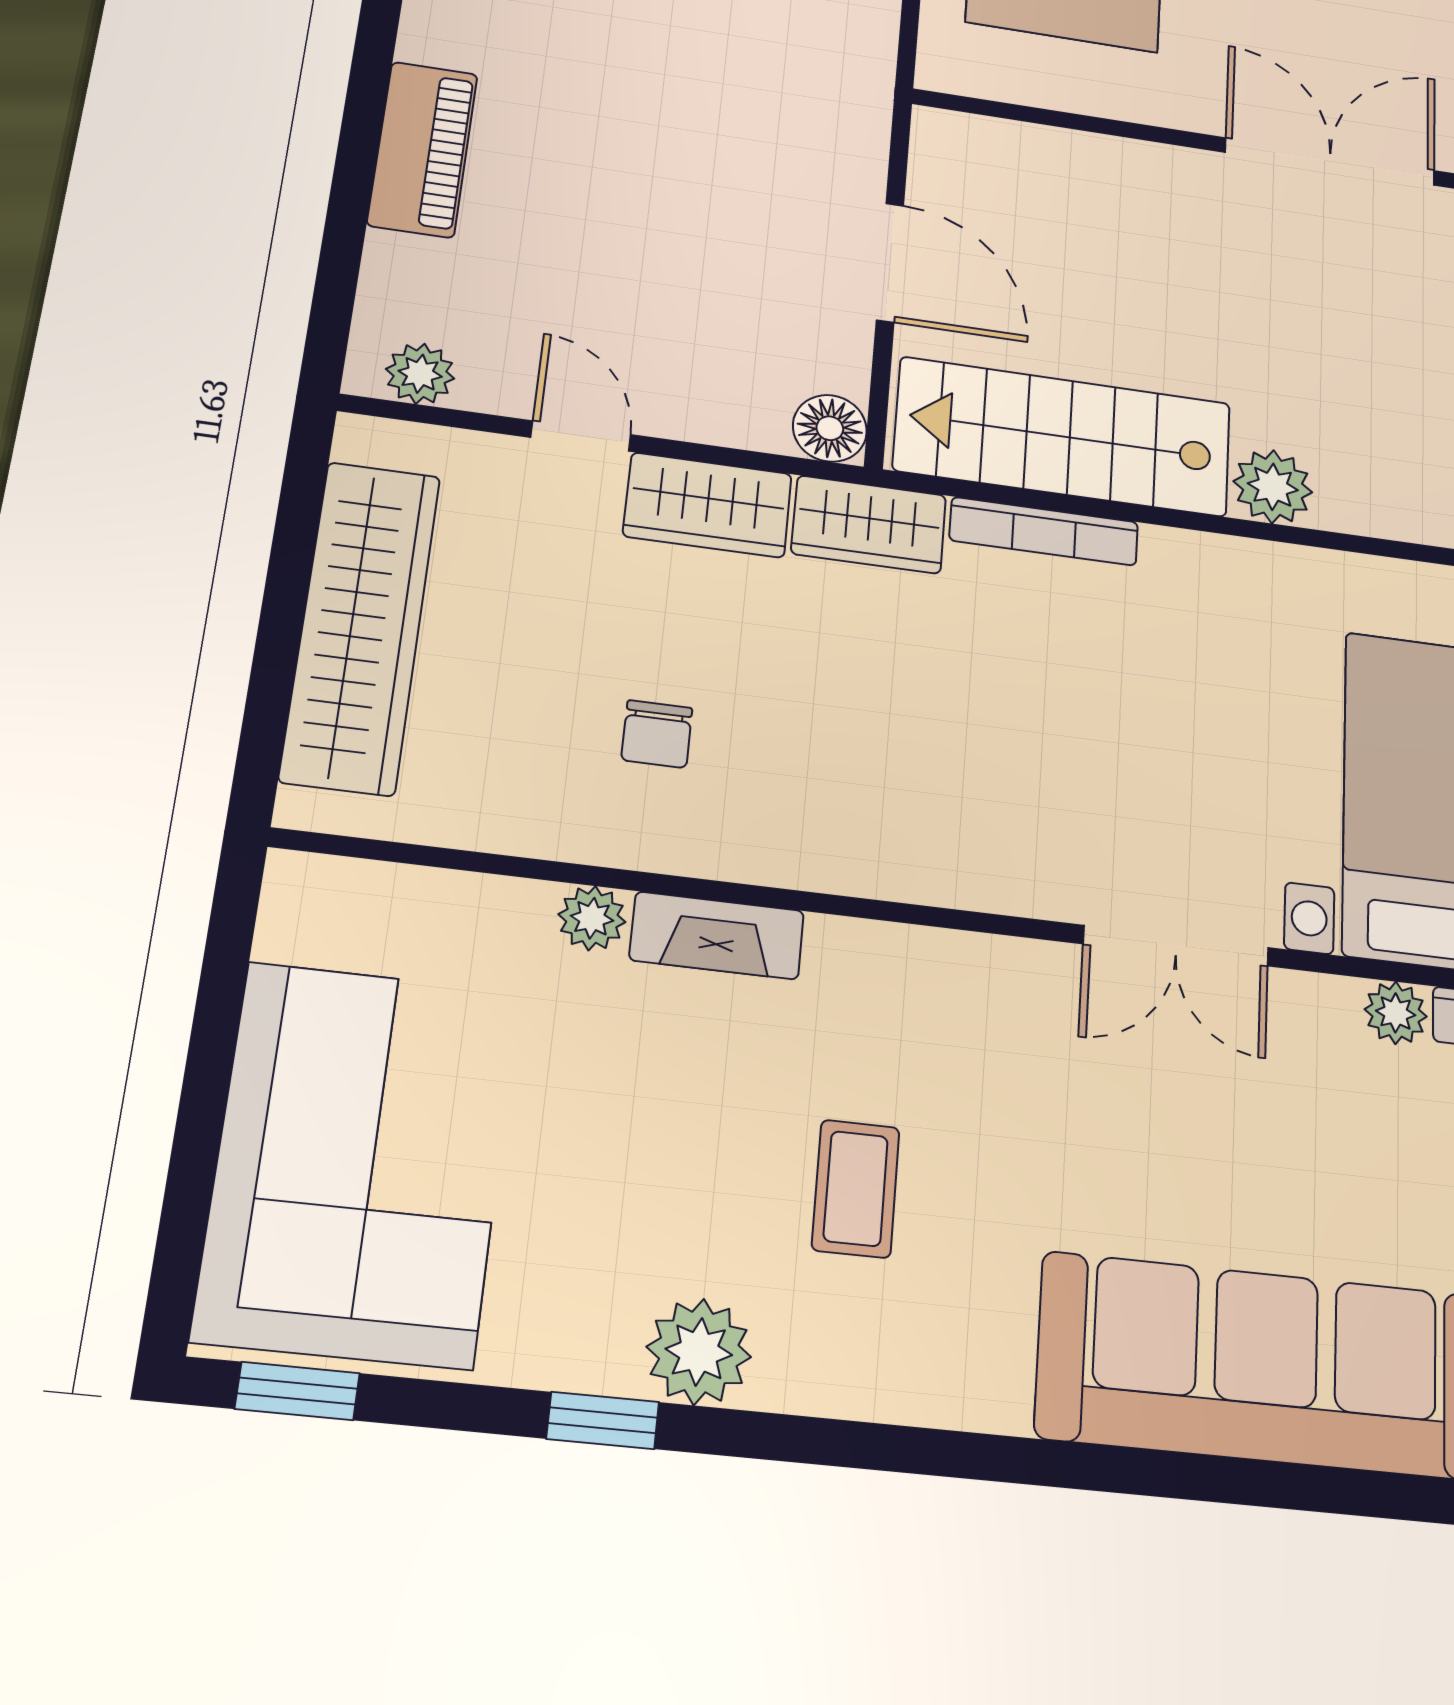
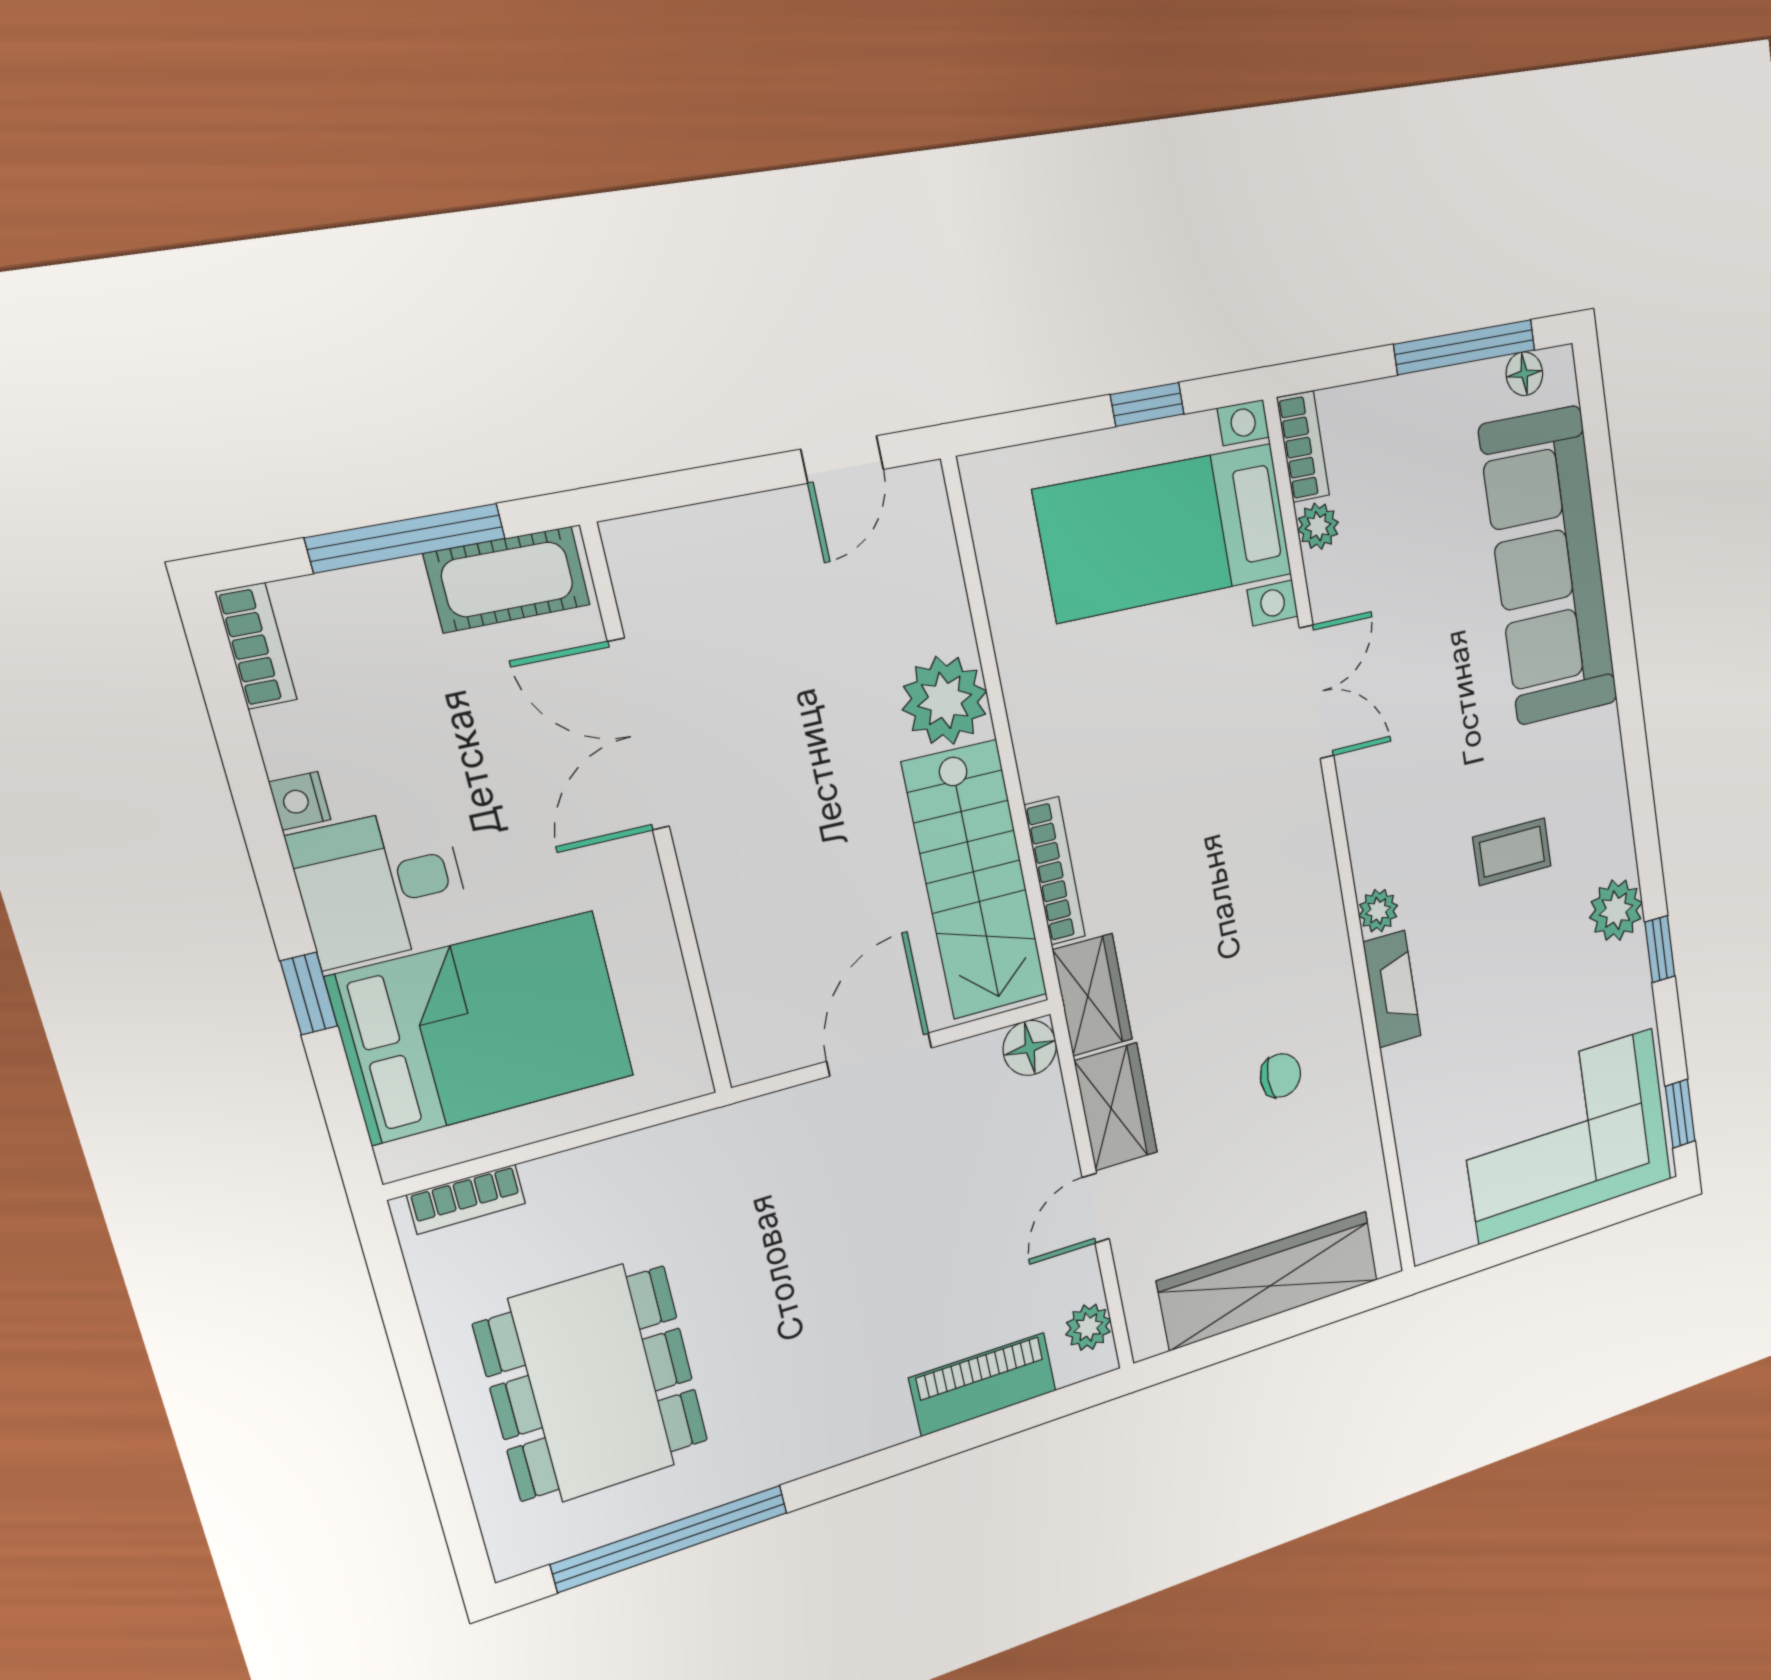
piano: (423, 149) -> (983, 1384), moved
plant: (1273, 487) -> (945, 700), width x1.36, depth x1.36
plant: (592, 918) -> (1378, 911), moved

